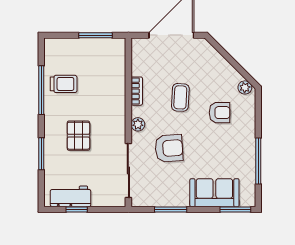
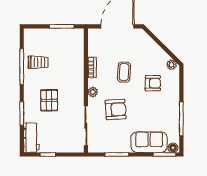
workbench: (71, 196) -> (31, 138), moved, turned 90
floor lamp: (247, 200) -> (173, 148), added

